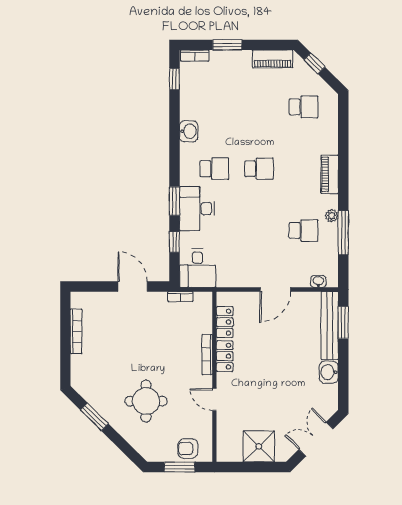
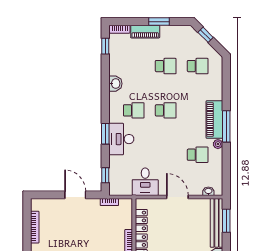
window: (227, 45) -> (159, 22), moved
piano: (273, 59) -> (145, 32), moved
school desk: (259, 107) -> (166, 66), added
piano: (330, 174) -> (214, 119), width x1.37, depth x1.33
window: (343, 233) -> (226, 126), moved
window: (174, 242) -> (105, 175), moved
desk: (197, 268) -> (145, 182), moved
door: (275, 289) -> (177, 197), swing flipped

